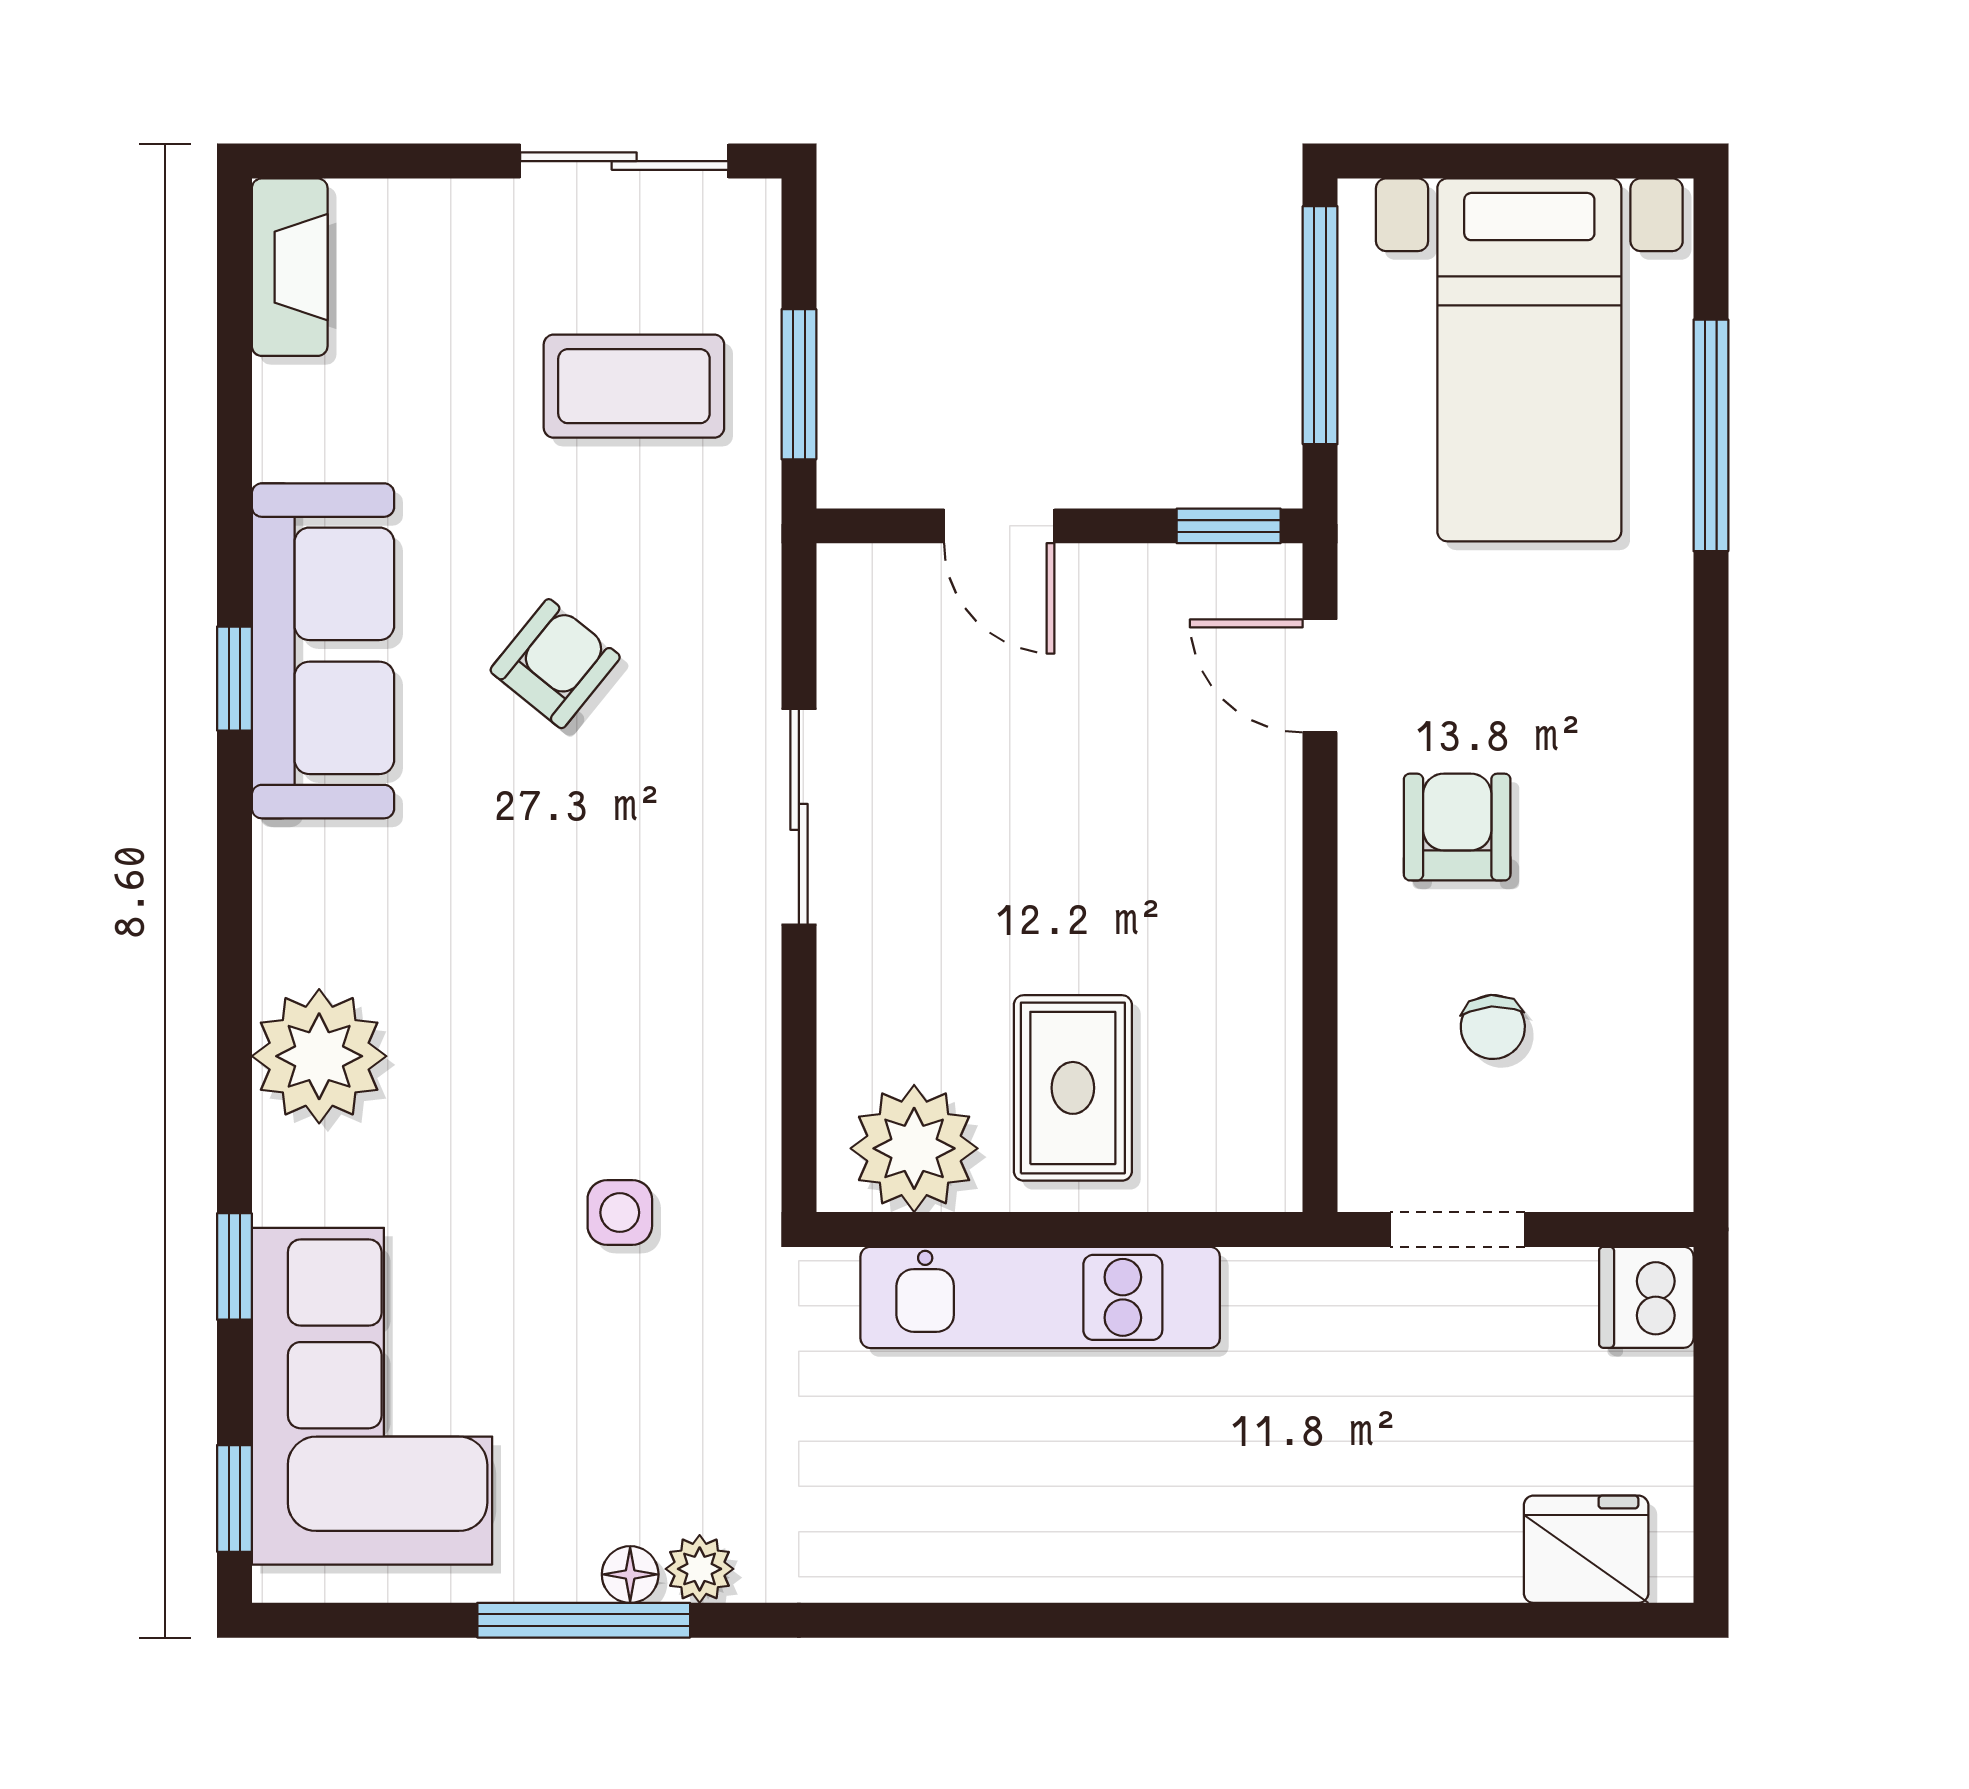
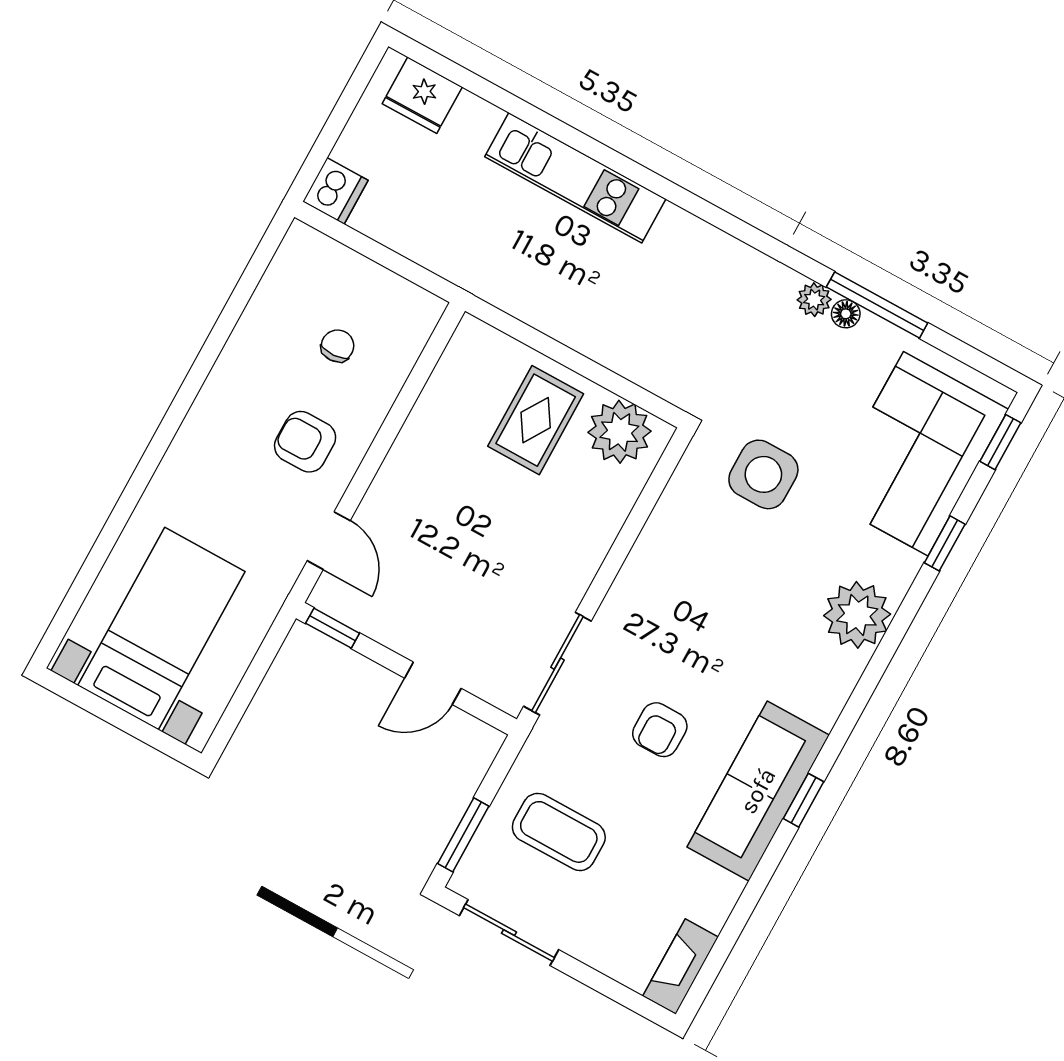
window: (1320, 325) -> (244, 694), removed
window: (799, 384) -> (463, 835), moved
window: (1711, 435) -> (100, 552), removed
door: (999, 526) -> (433, 683), swing flipped
armchair: (555, 664) -> (660, 730), turned -39
sliding door: (799, 817) -> (557, 664), moved
armchair: (1457, 827) -> (305, 442), turned 90
side table: (620, 1213) -> (763, 474), width x1.87, depth x1.87
doorway: (1458, 1229) -> (402, 266), removed
kitchen unit: (1040, 1297) -> (575, 178), moved, turned 180

